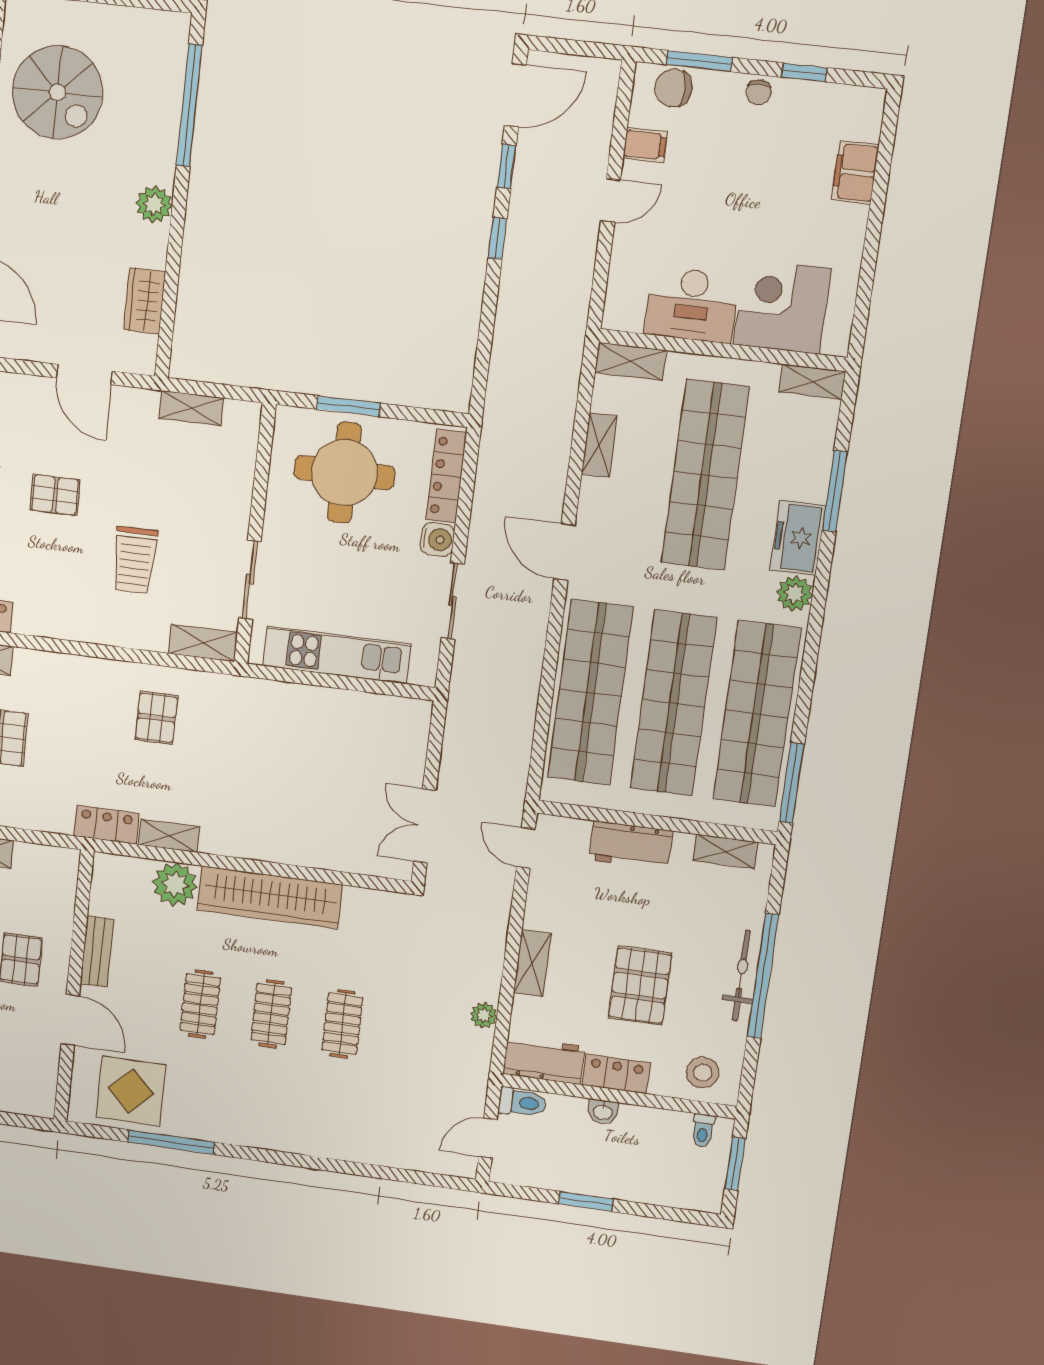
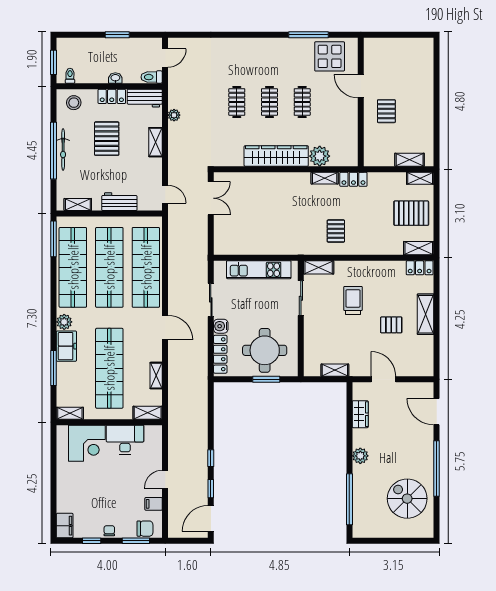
filing cabinet: (855, 172) -> (65, 526), moved
bench: (97, 952) -> (352, 120), removed

